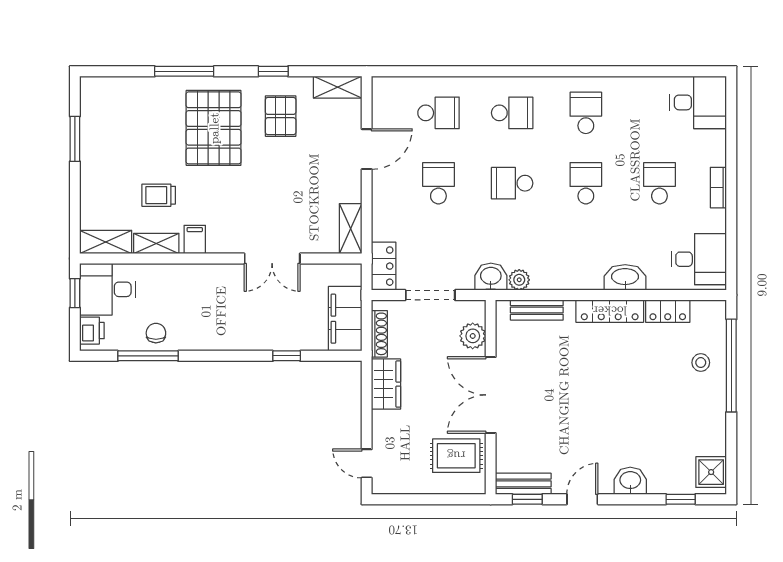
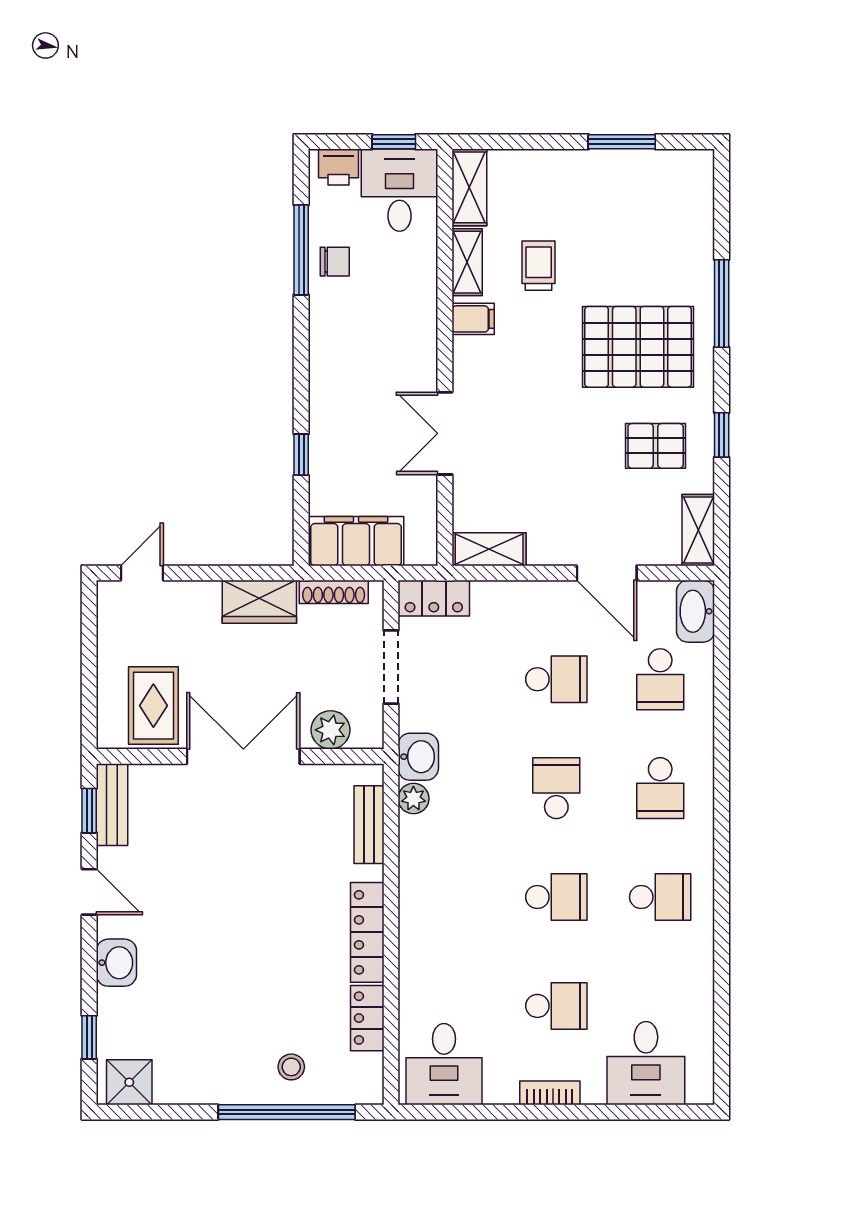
desk: (698, 102) -> (646, 1063), moved
washbasin: (625, 277) -> (695, 611), moved, turned 180

